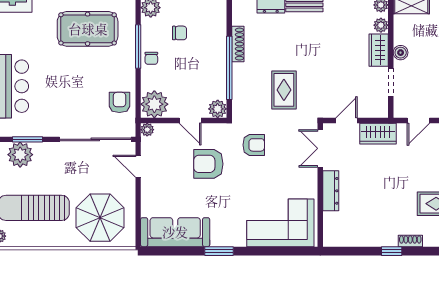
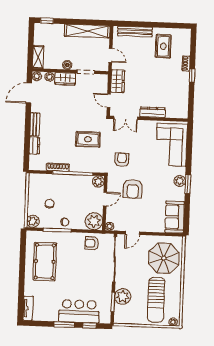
plant: (20, 155) -> (123, 296), moved
sofa: (175, 232) -> (175, 217), width x0.73
plant: (224, 238) -> (180, 181), added

